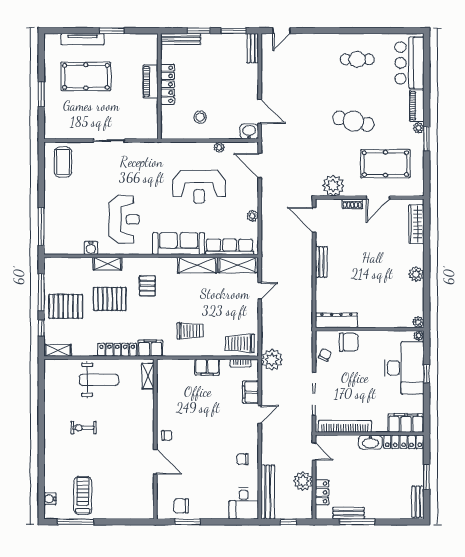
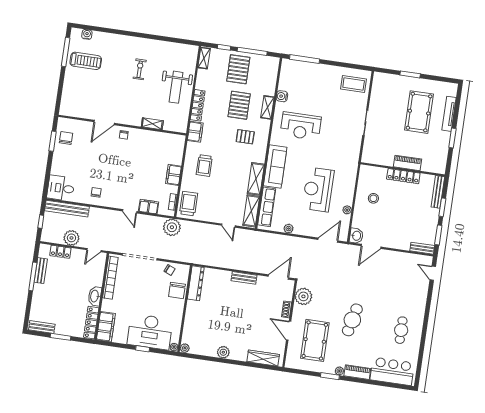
shelving: (148, 376) -> (152, 124), moved

